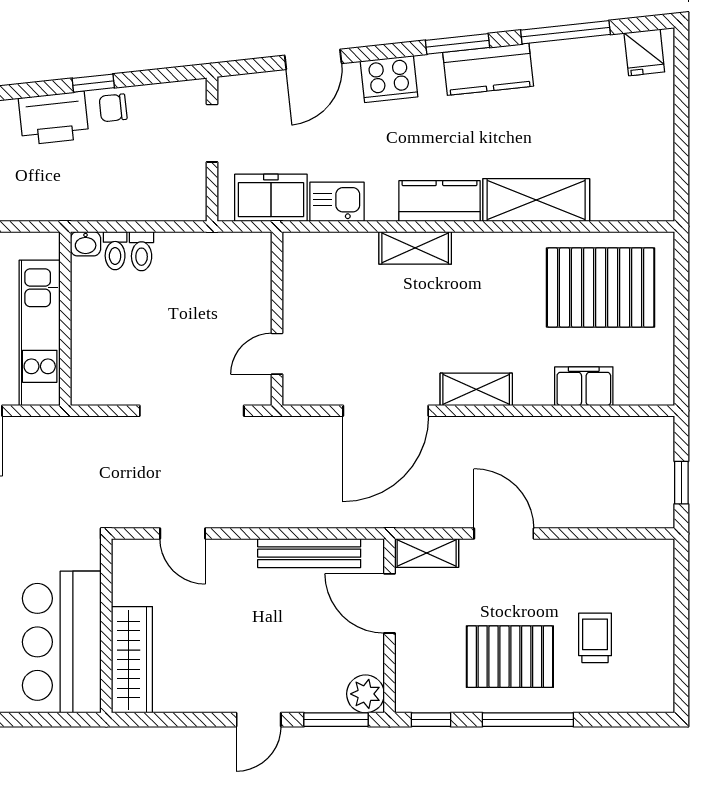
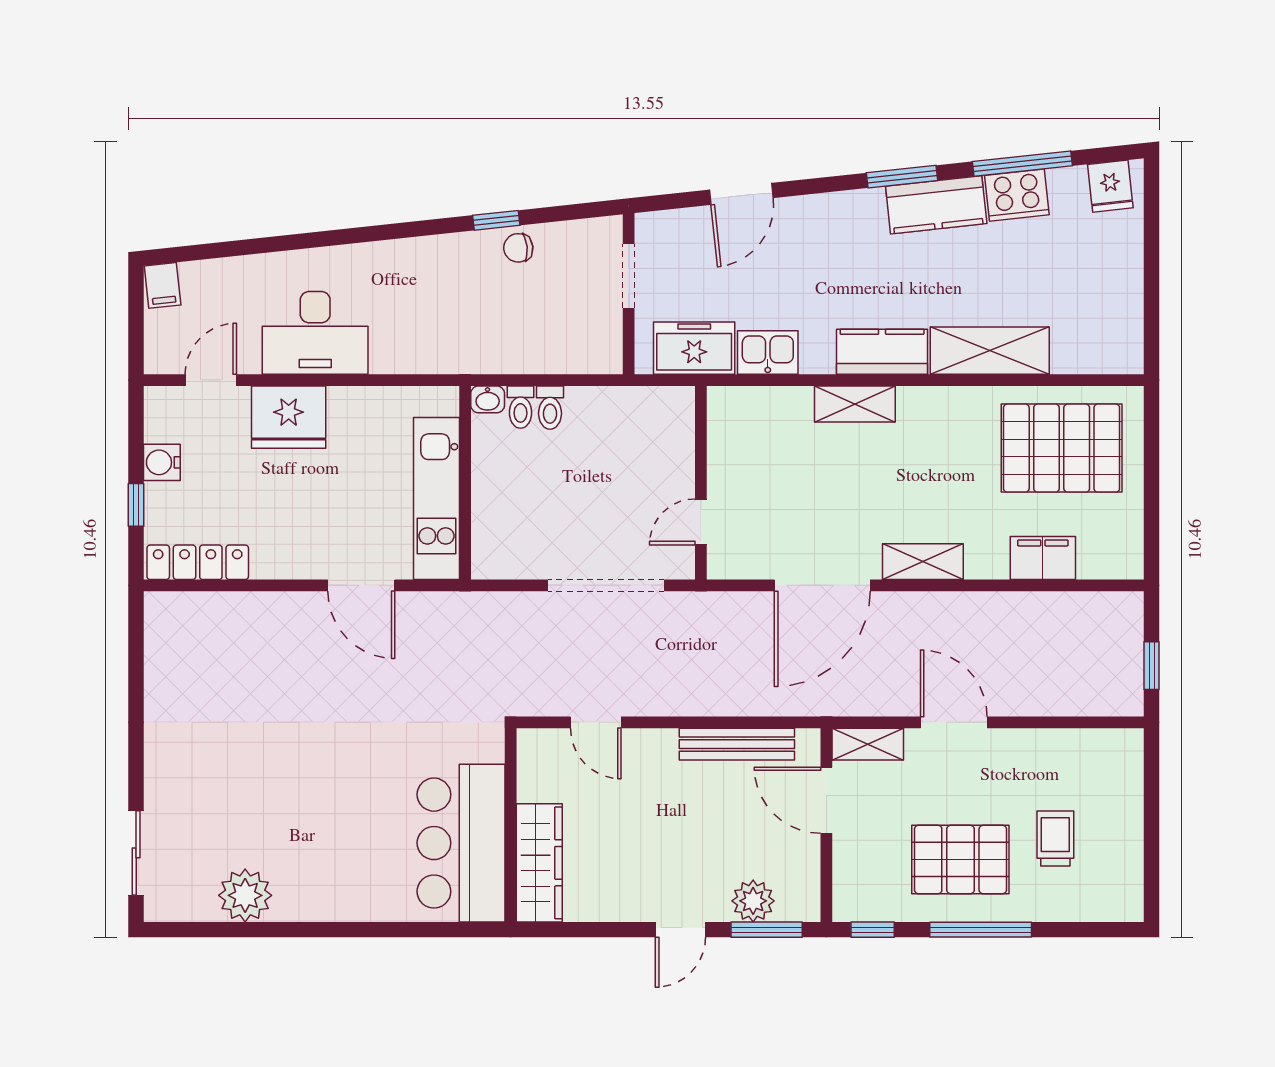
cooker: (389, 79) -> (1017, 195), moved
printer: (54, 118) -> (452, 259), removed
plant: (366, 694) -> (753, 901), moved

